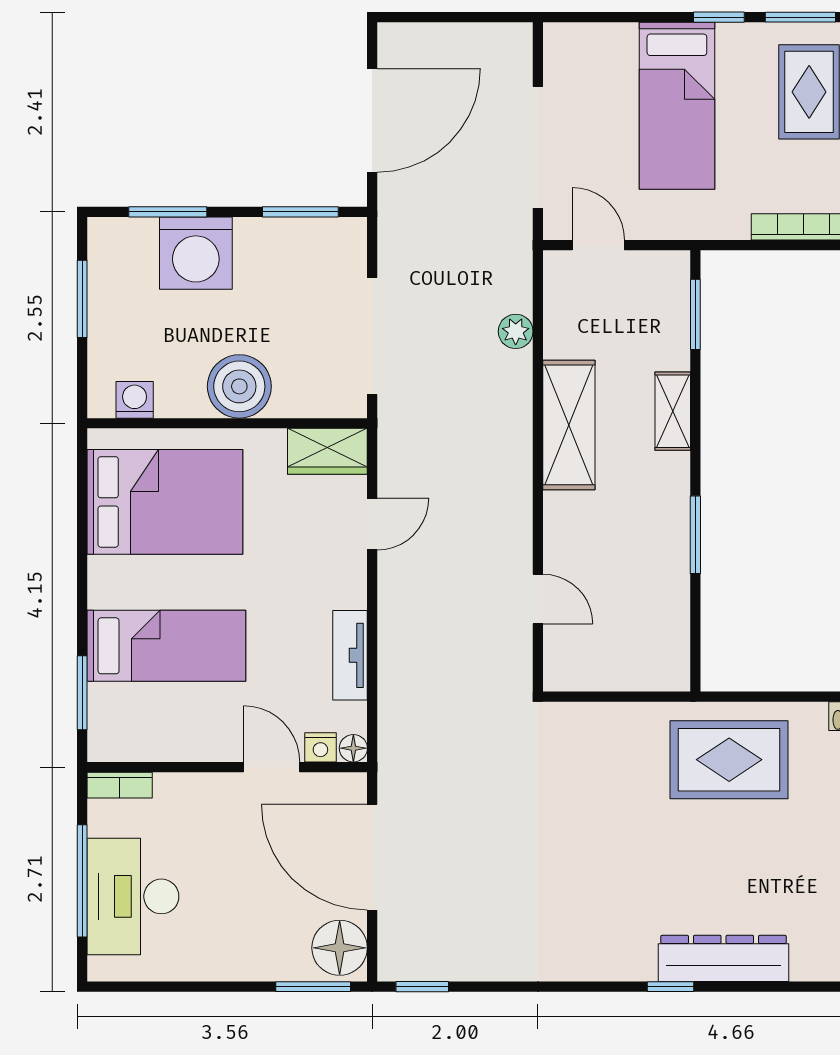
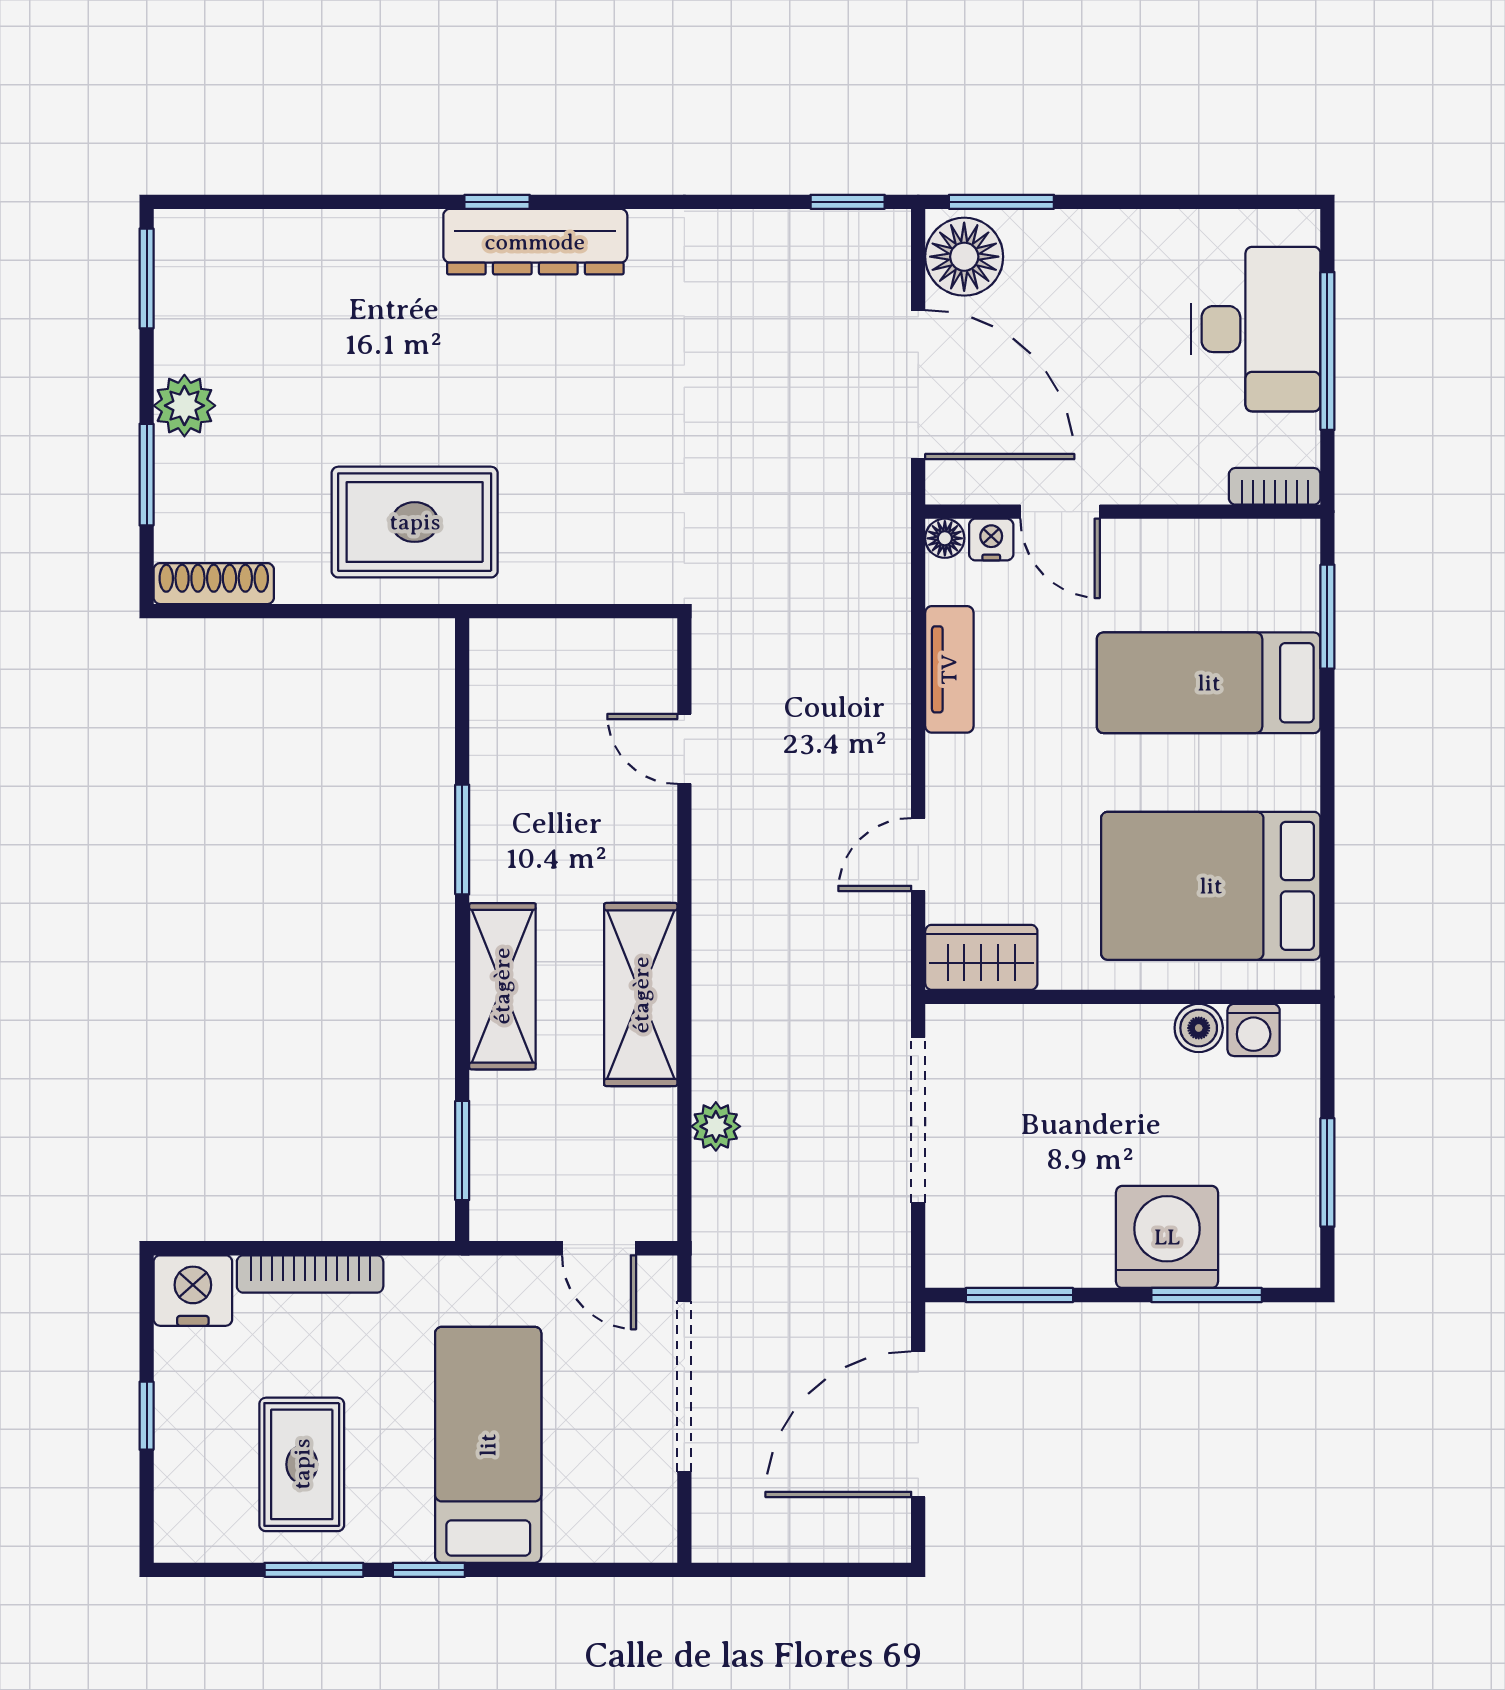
boiler: (239, 386) -> (1199, 1028), moved, width x0.54, depth x0.54
shelving: (673, 411) -> (502, 986), width x1.50, depth x1.33
dresser: (724, 958) -> (535, 242), moved

